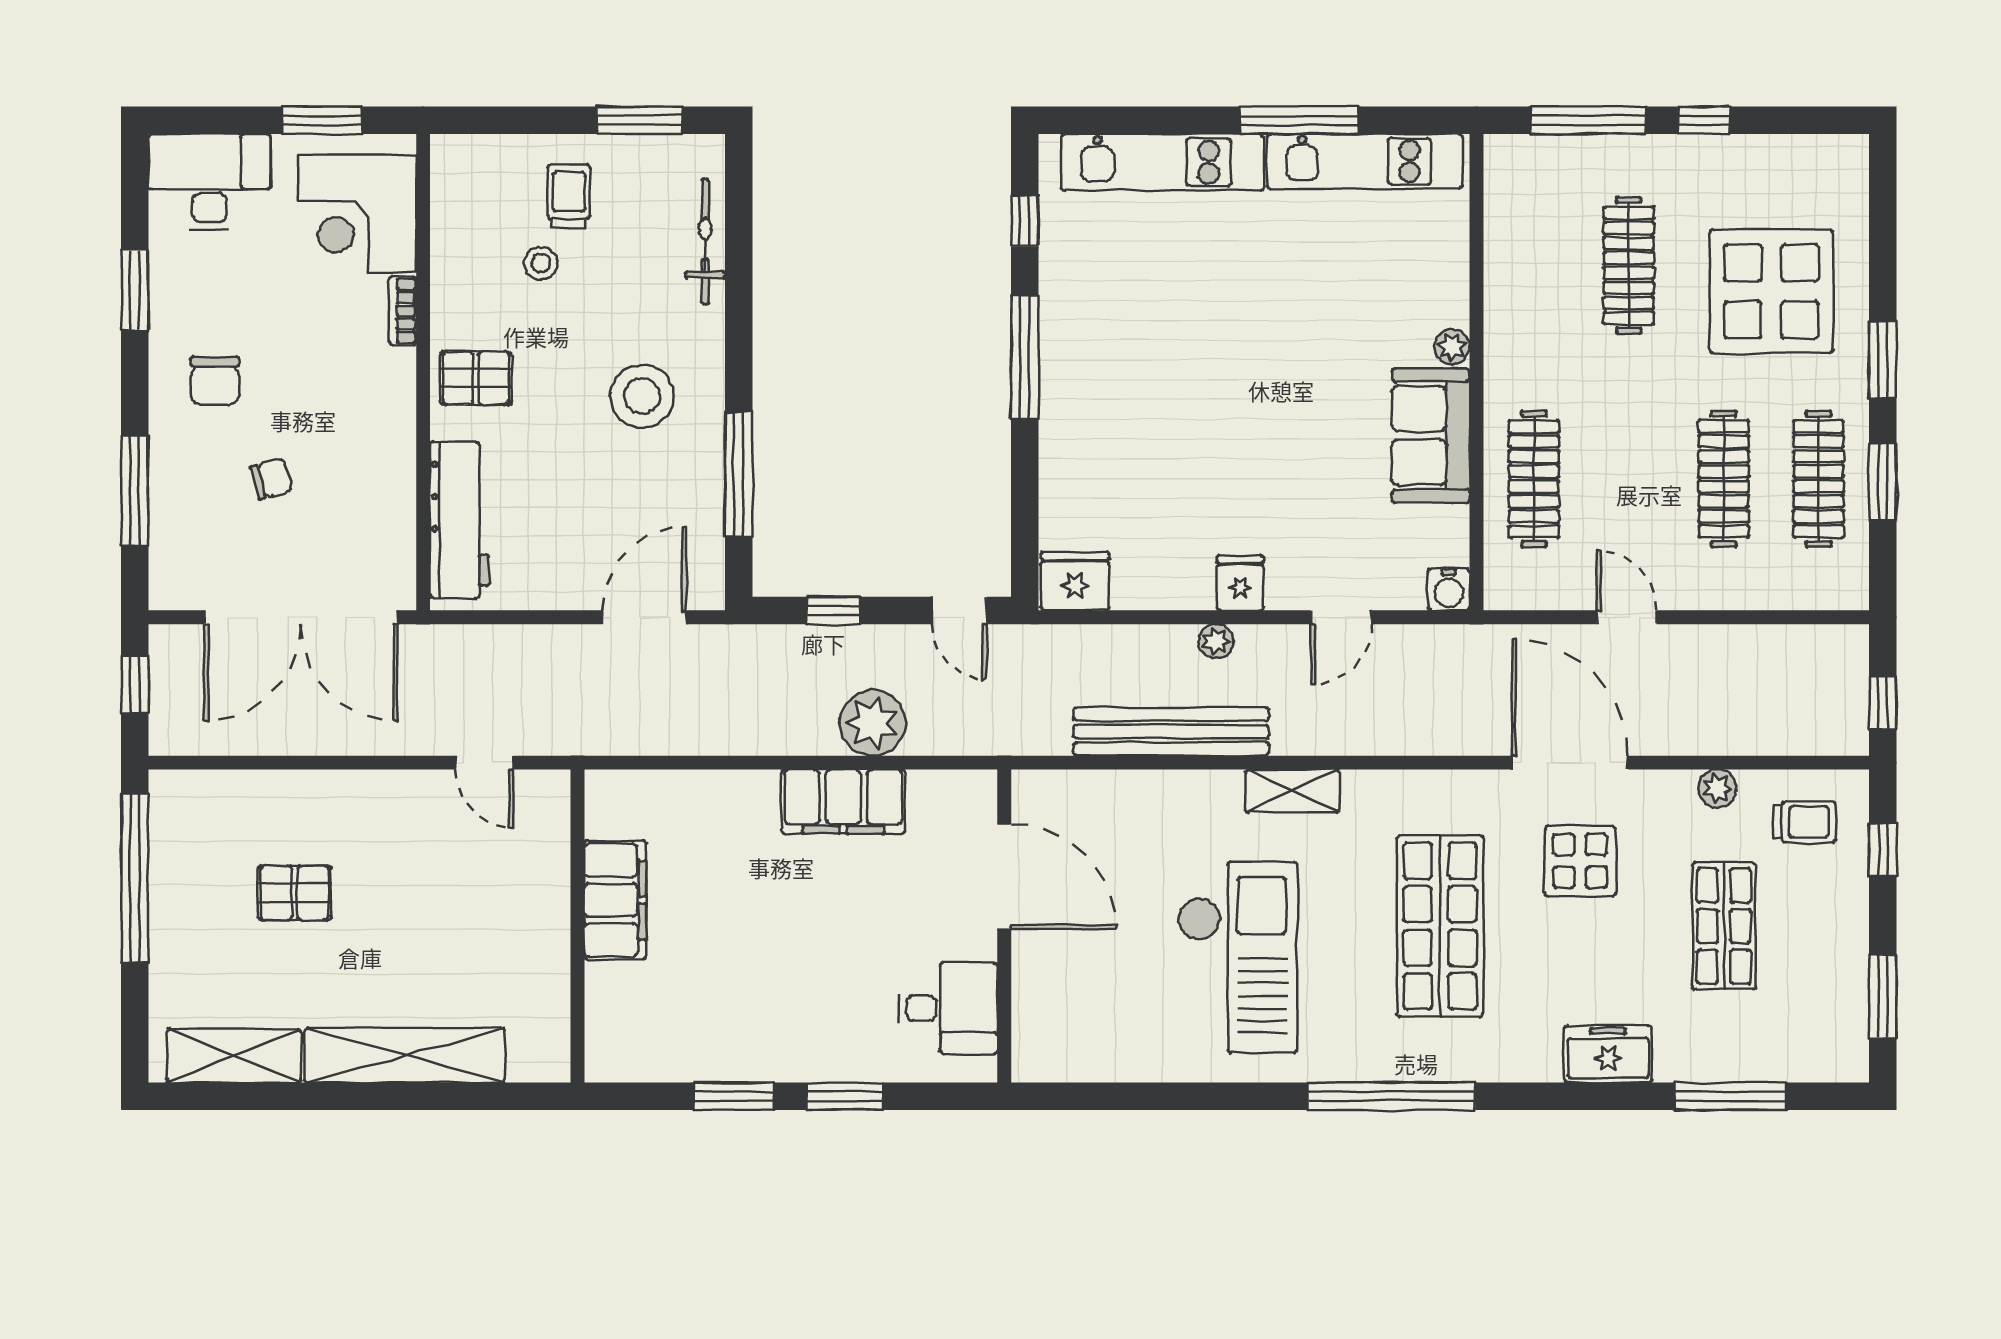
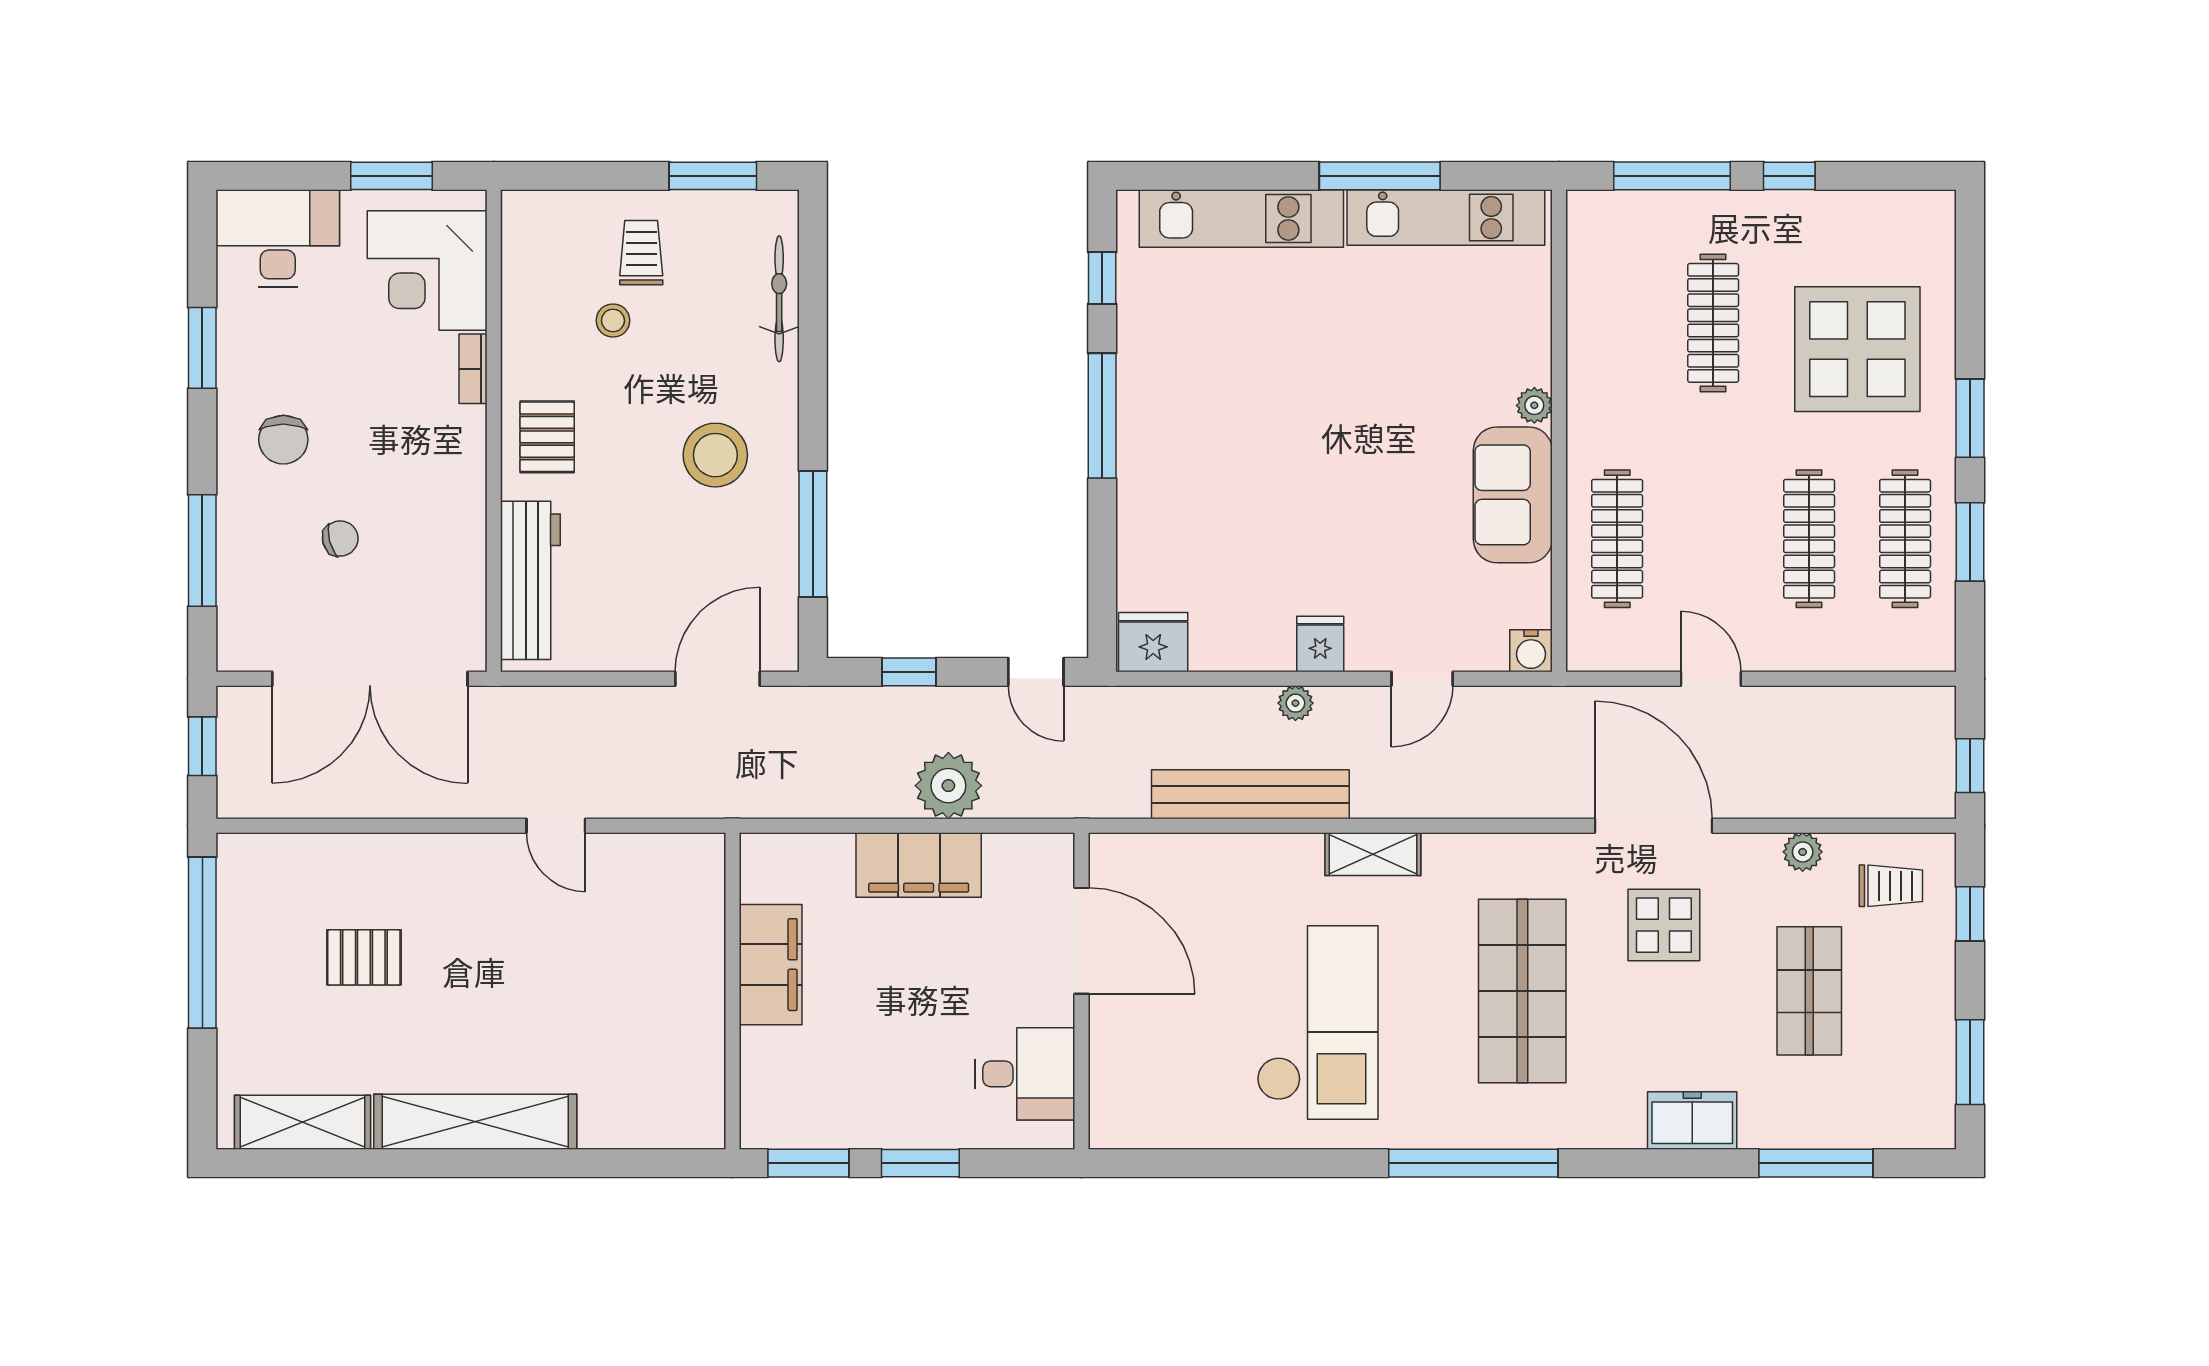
pallet: (476, 378) -> (547, 437), turned 90
filing cabinet: (615, 900) -> (771, 965), moved
wall: (577, 926) -> (733, 991), moved

